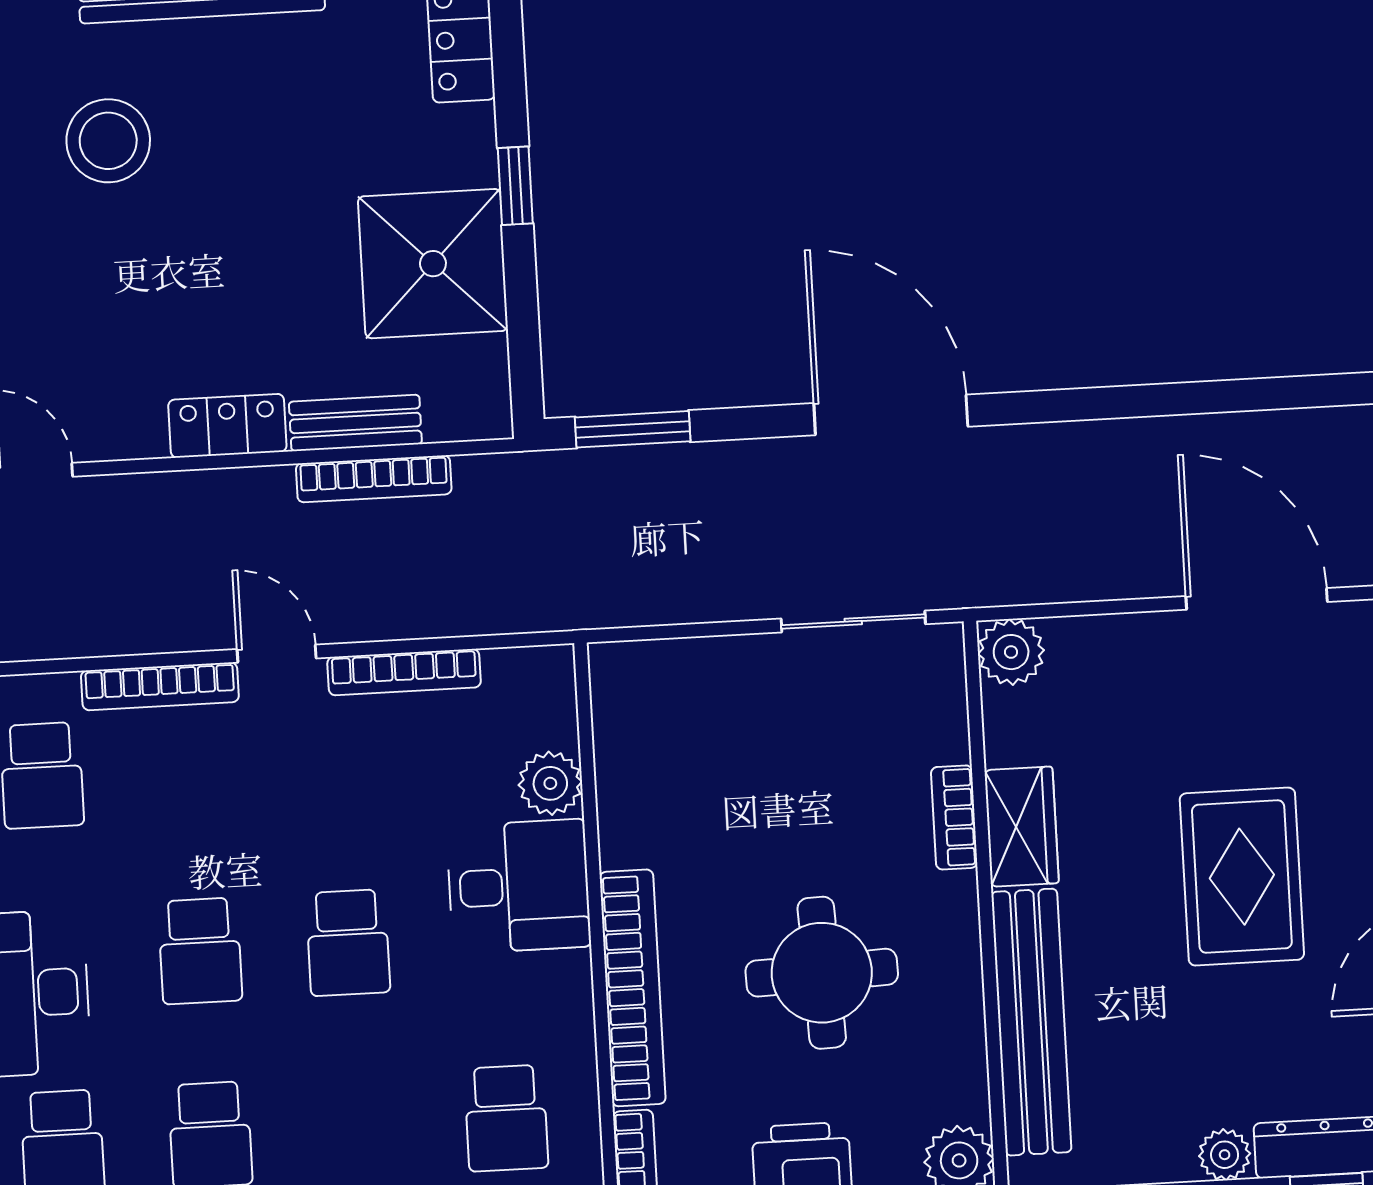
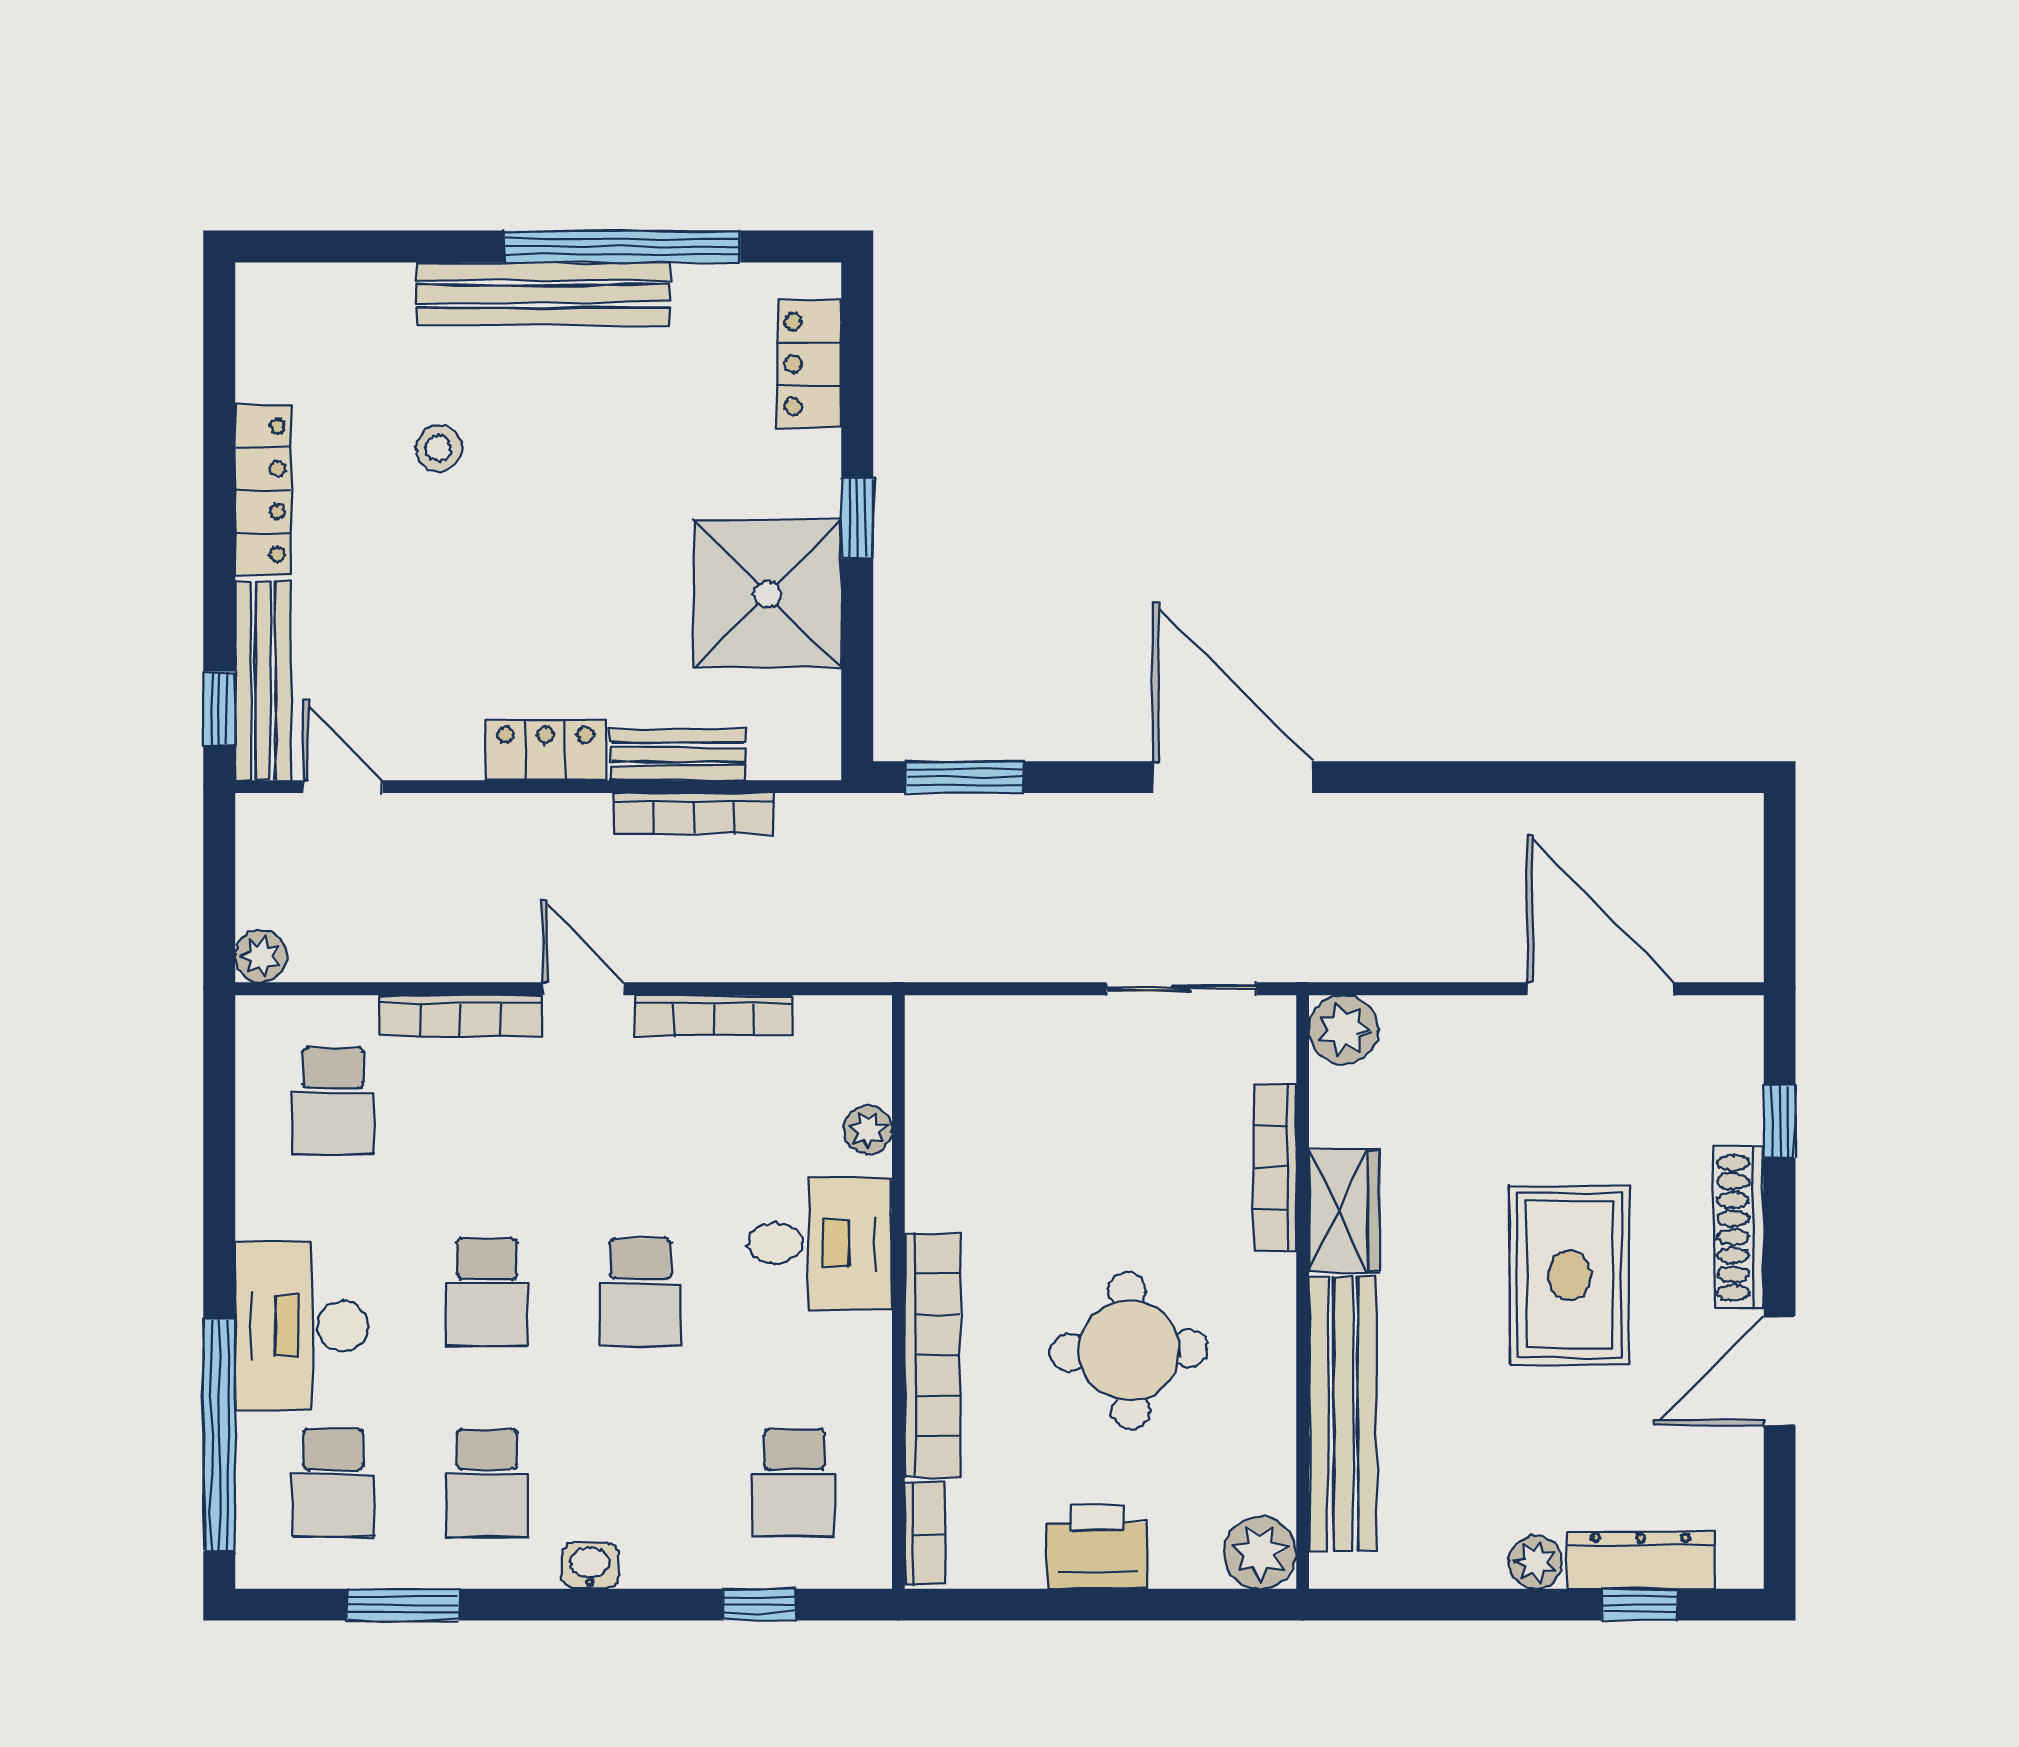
stool: (108, 141) -> (439, 448), width x0.53, depth x0.53
plant: (550, 783) -> (868, 1130), width x0.73, depth x0.73
bookcase: (954, 817) -> (1275, 1167), width x1.56

